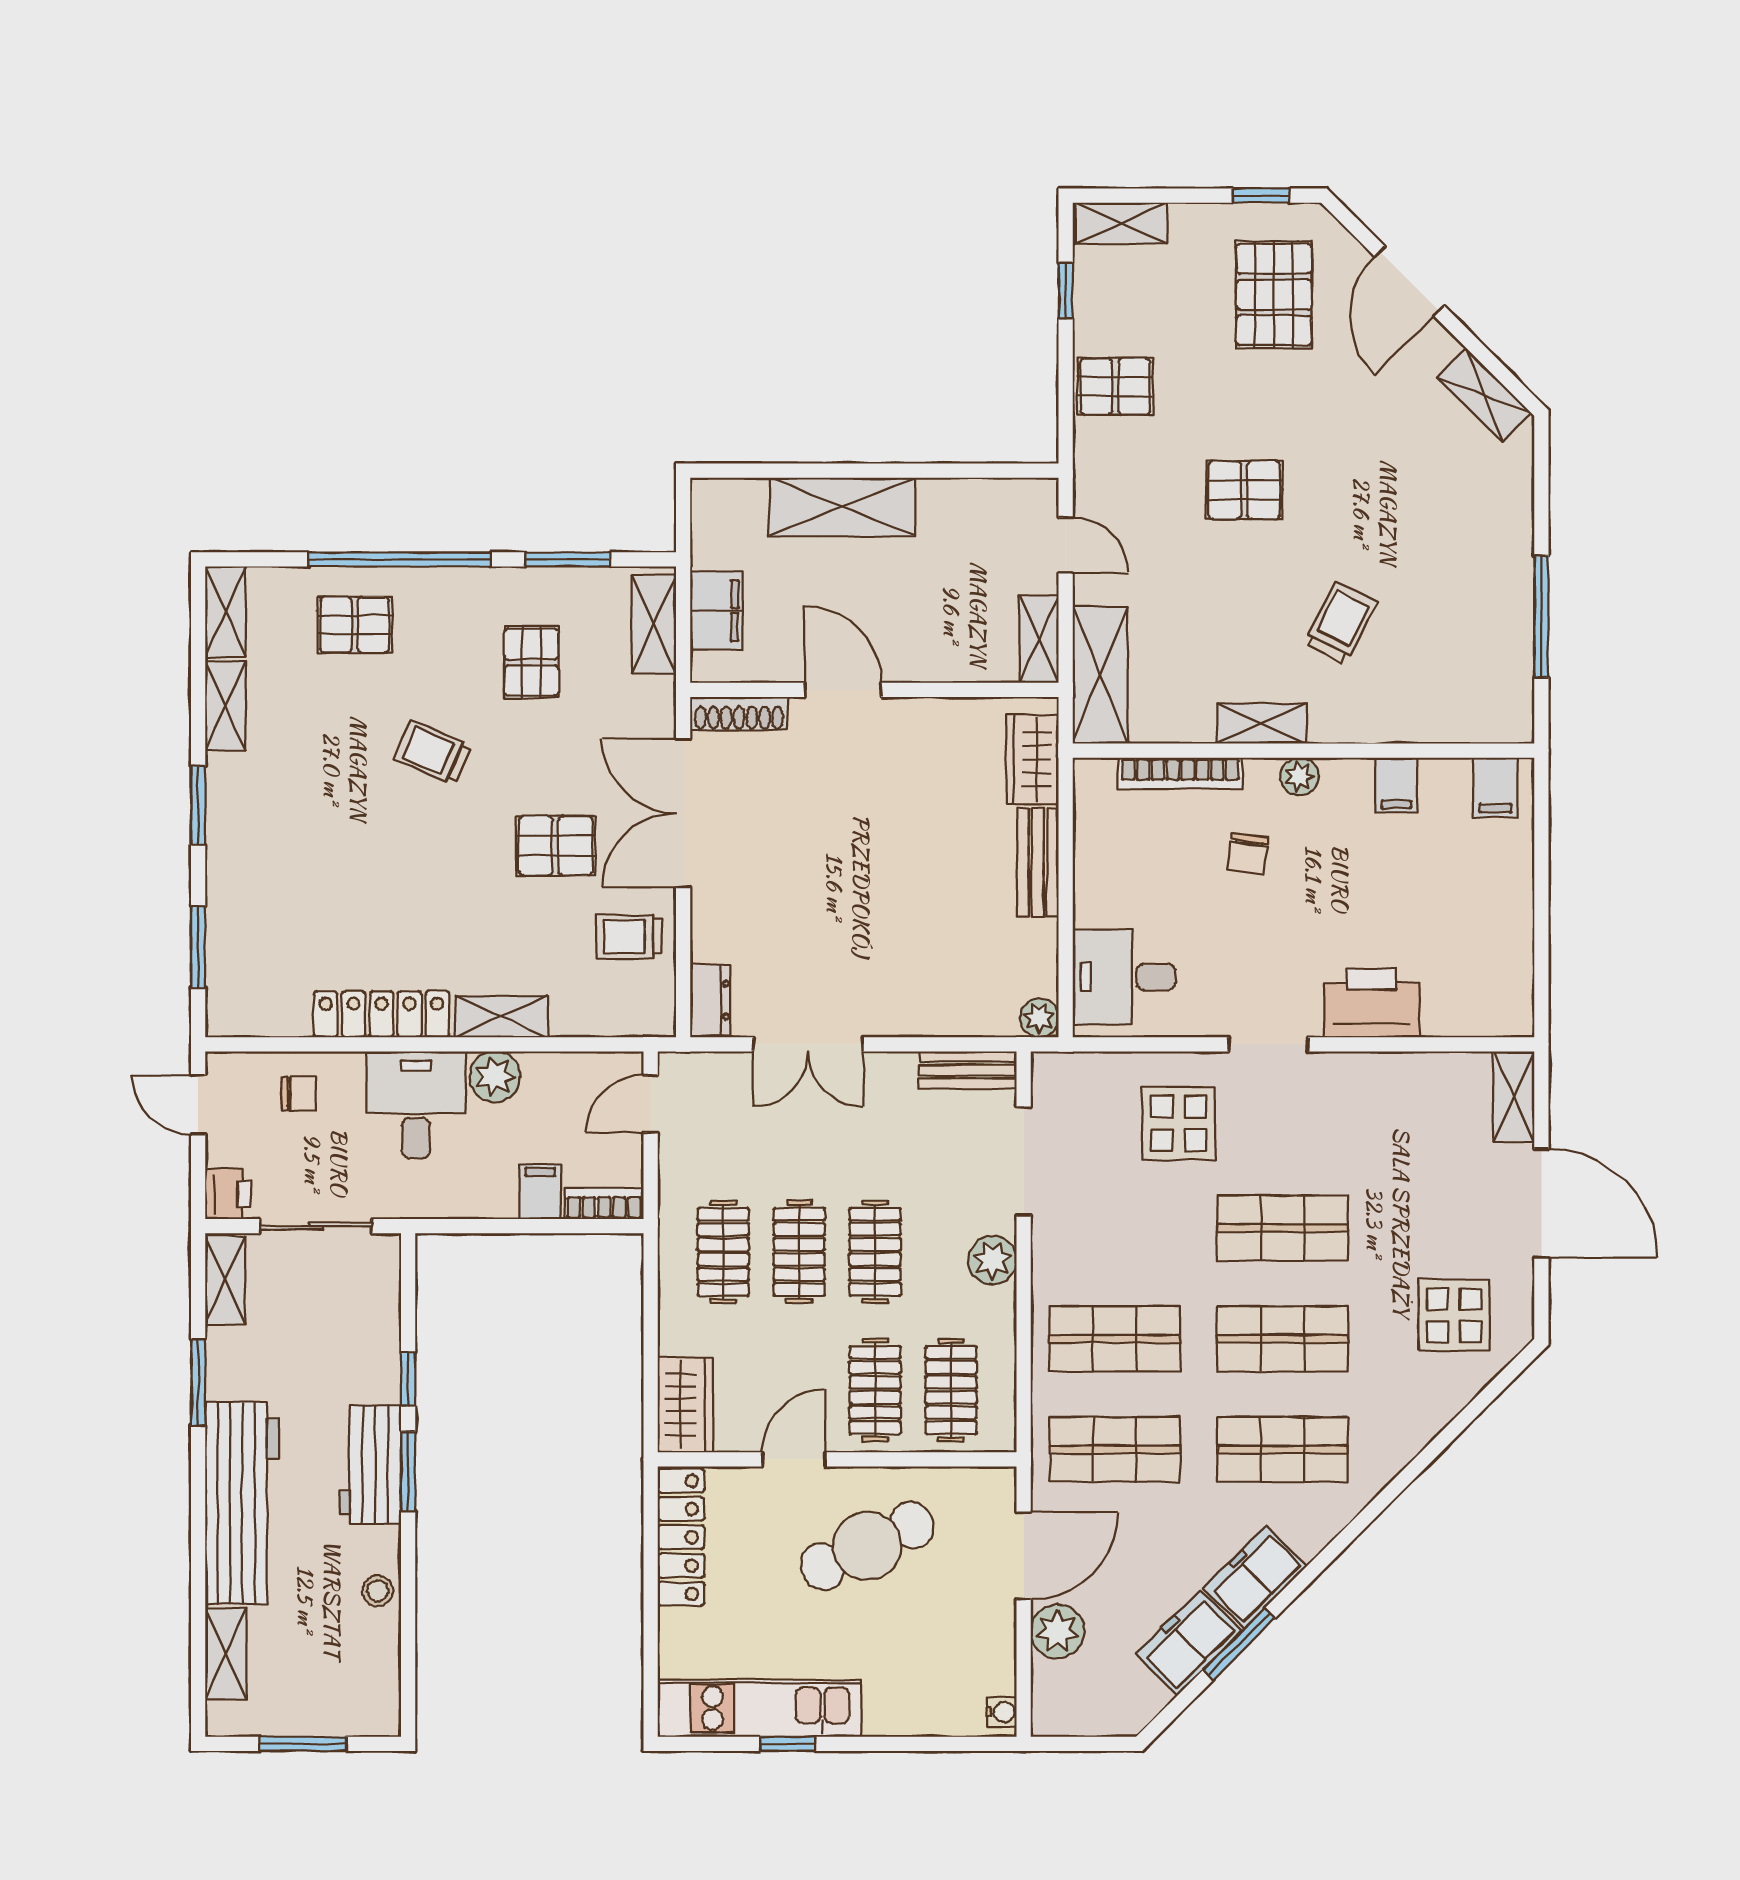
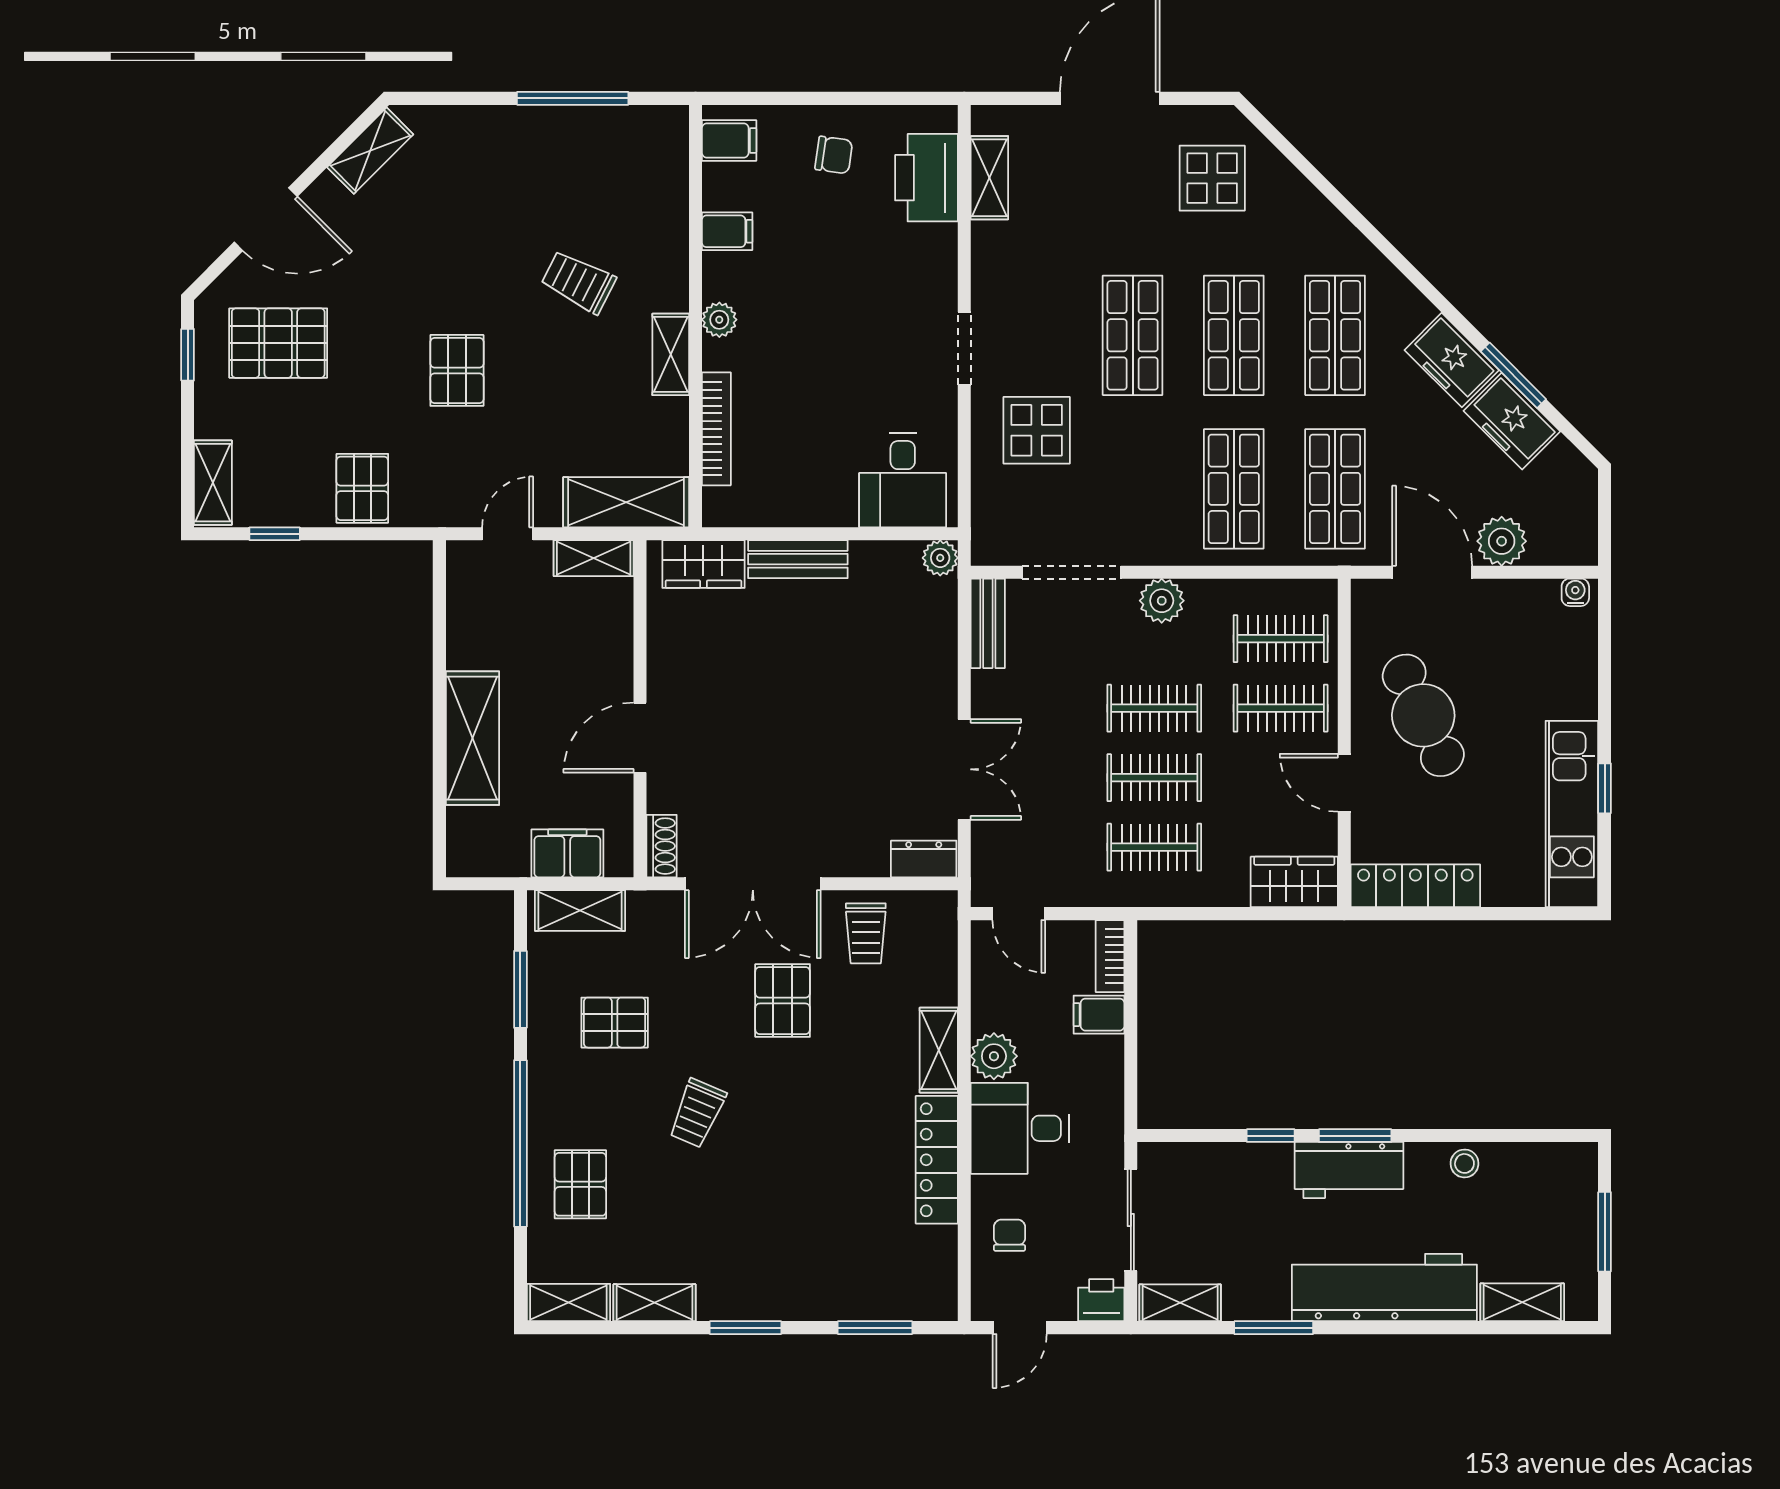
shoe rack: (739, 713) -> (662, 846), width x0.70
chair: (1248, 854) -> (834, 155), moved
printer: (1372, 1003) -> (926, 178), moved
shelving: (1514, 1097) -> (989, 178), moved, turned 90

